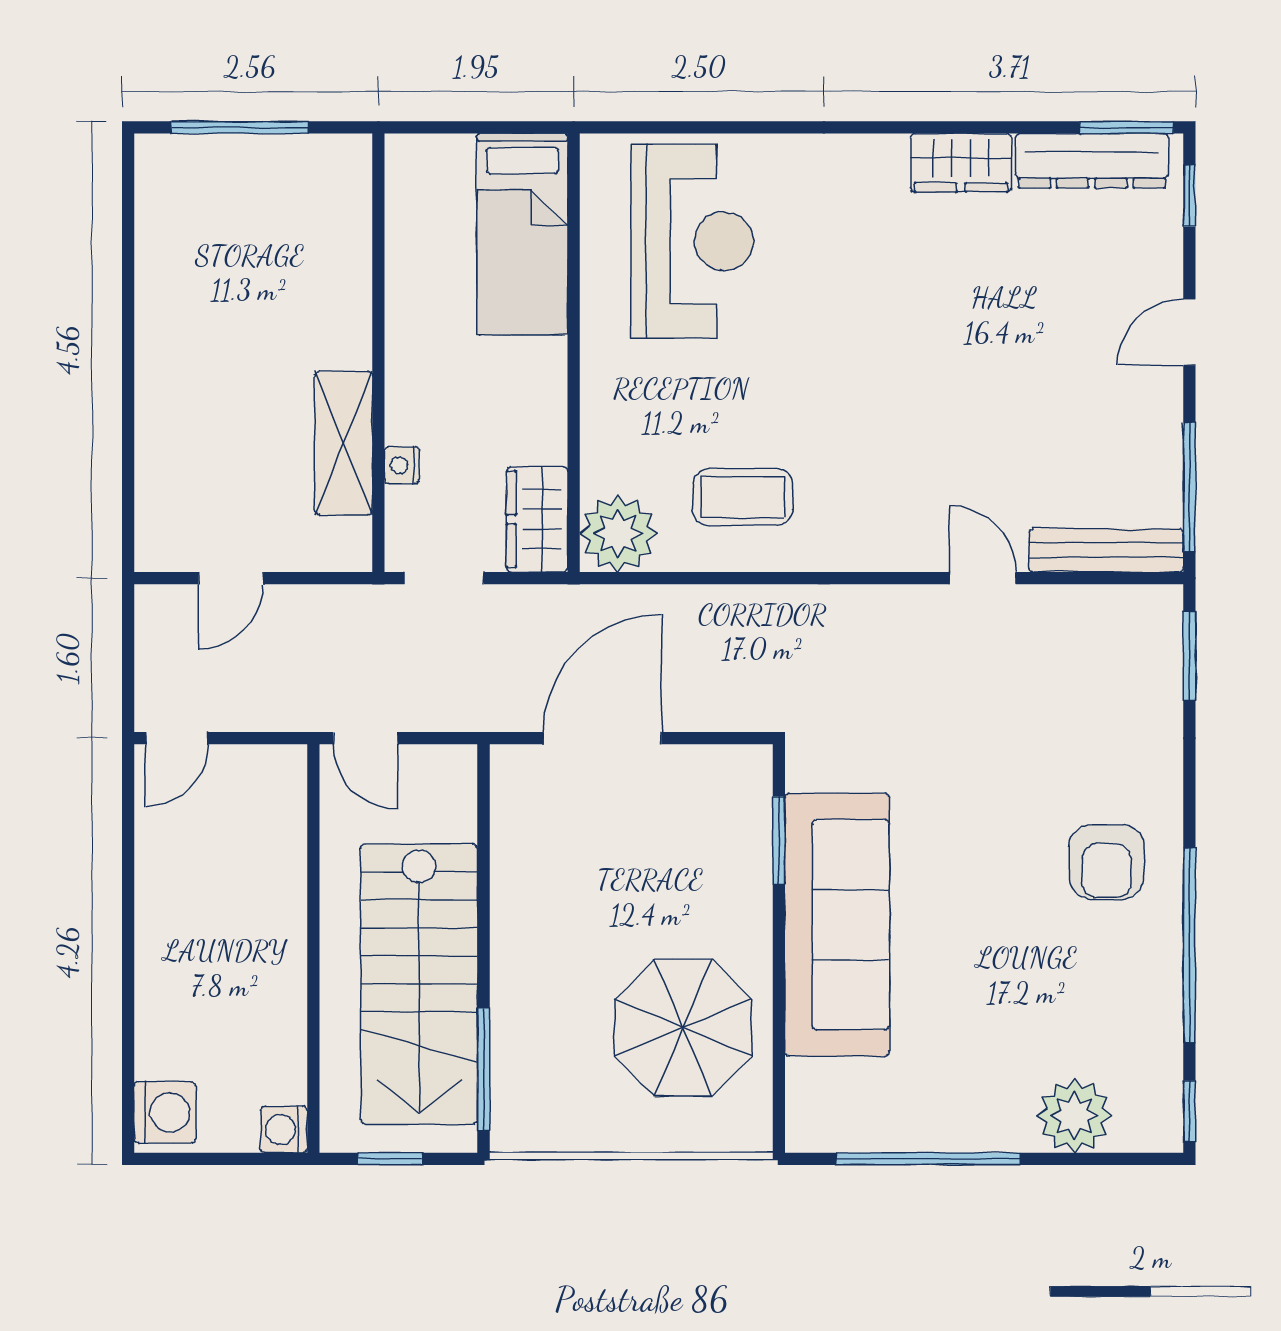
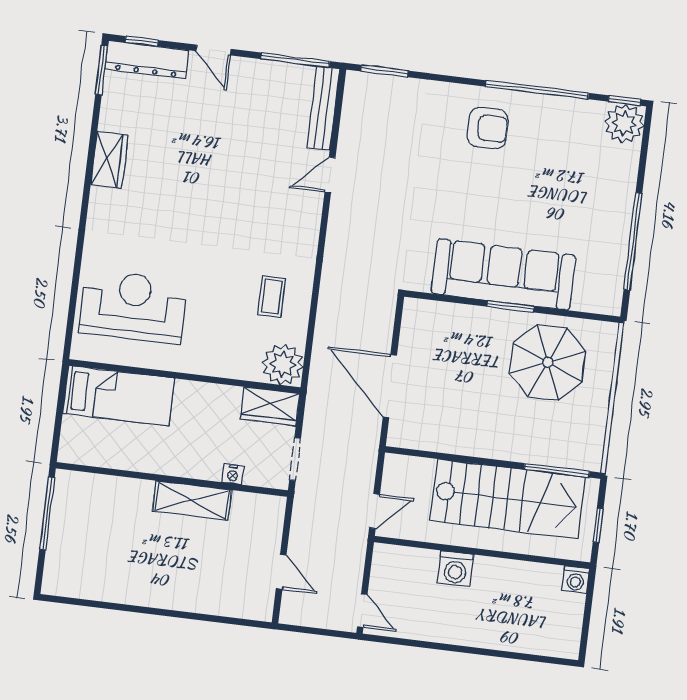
window: (240, 127) -> (47, 513), moved
dresser: (1092, 161) -> (147, 60), moved, turned 90
shelving: (344, 443) -> (192, 500), moved
coffee table: (743, 497) -> (272, 296), width x0.73, depth x0.77
window: (779, 840) -> (511, 306), moved
washing machine: (165, 1112) -> (455, 569), moved, turned 180
plant: (1074, 1116) -> (624, 124), moved

